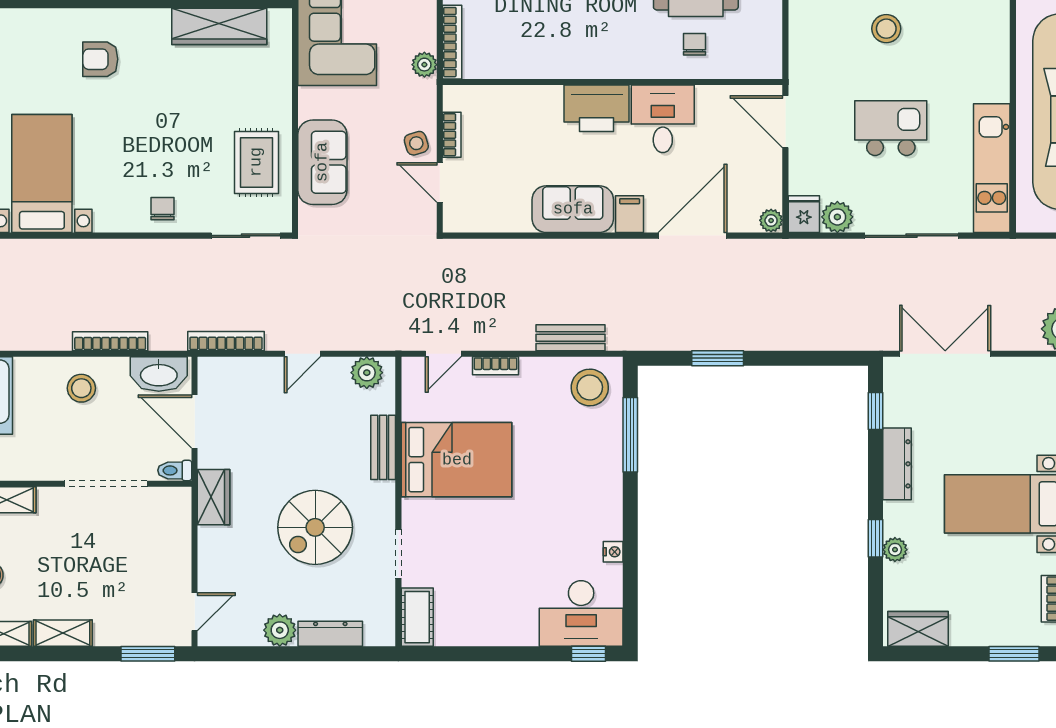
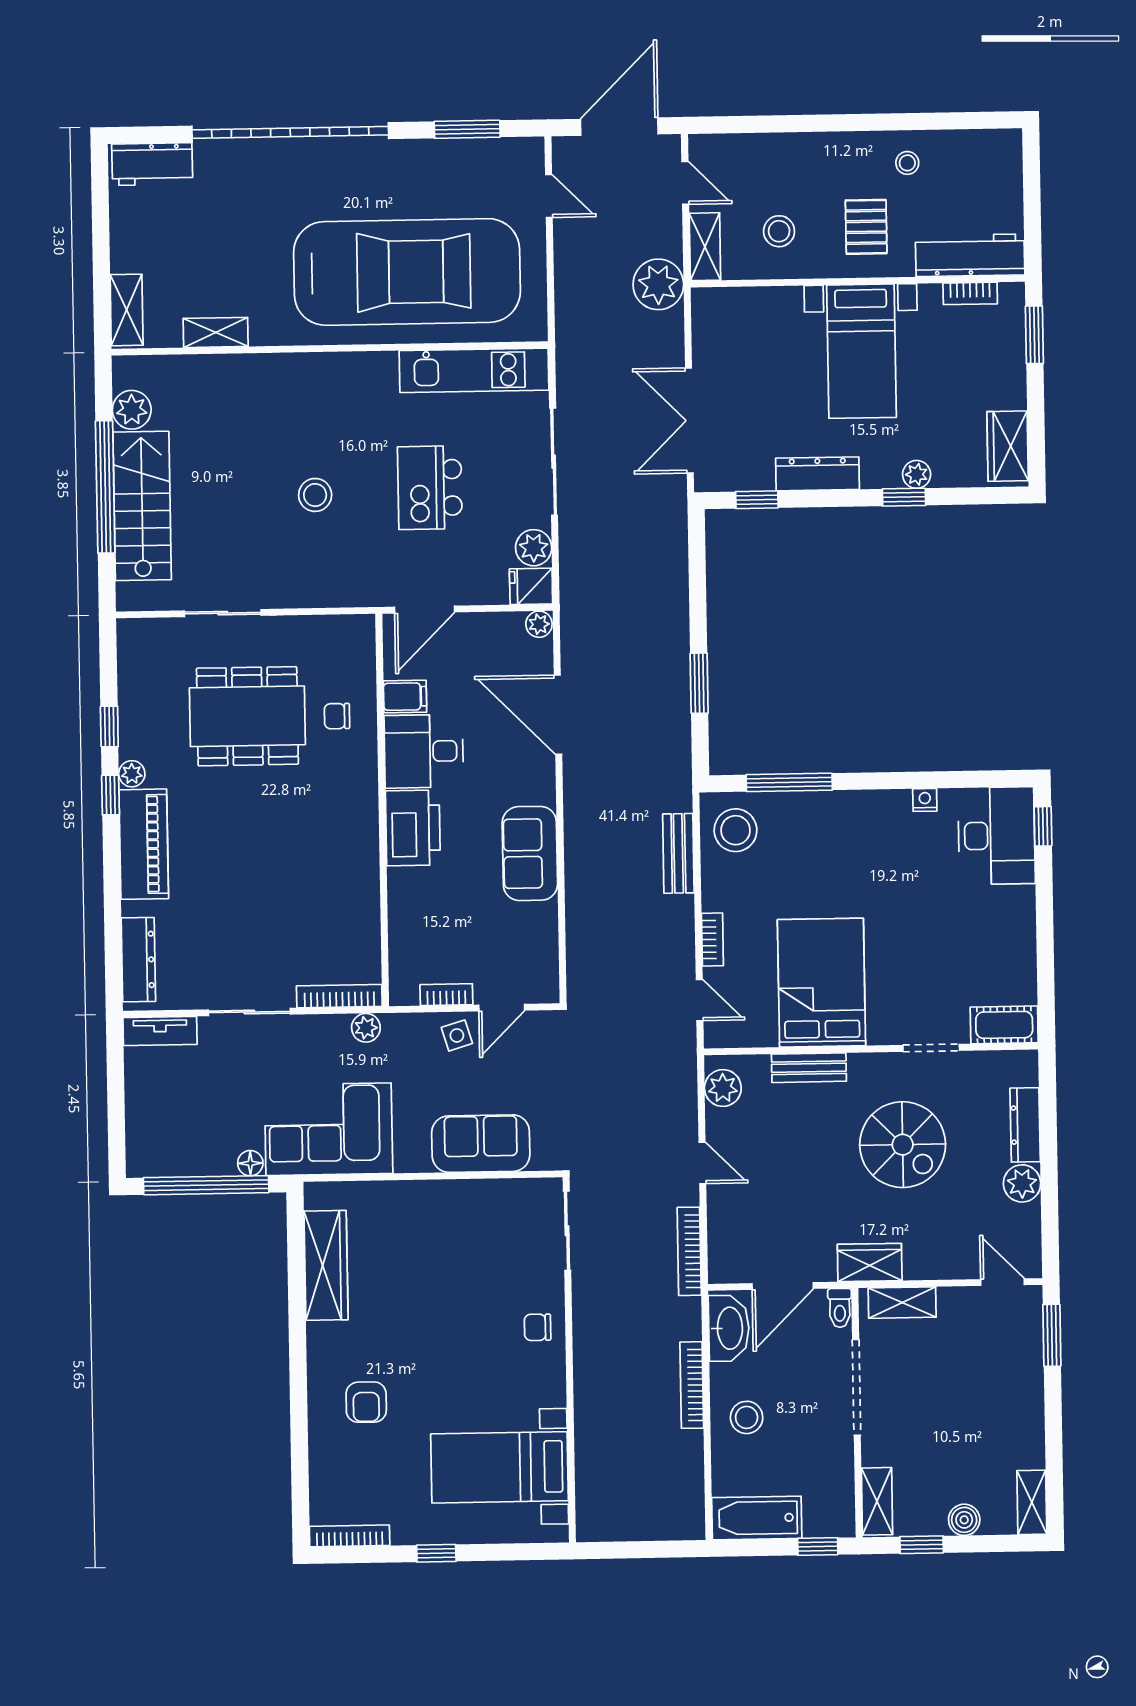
rug: (256, 162) -> (482, 1220), removed
filing cabinet: (630, 214) -> (405, 697), moved, turned 180
shelving: (63, 633) -> (902, 1303), moved, turned 90

